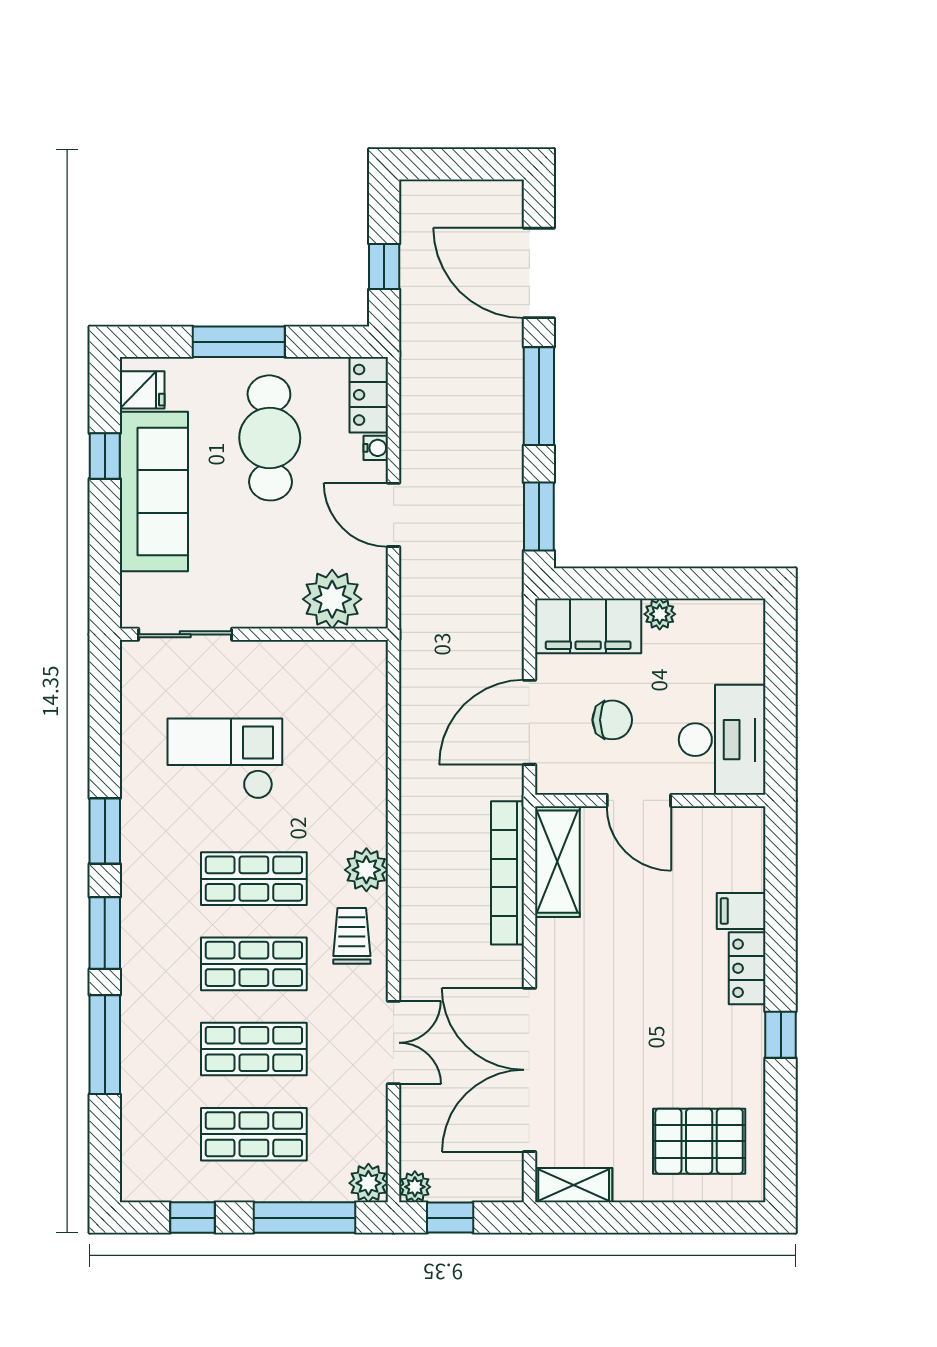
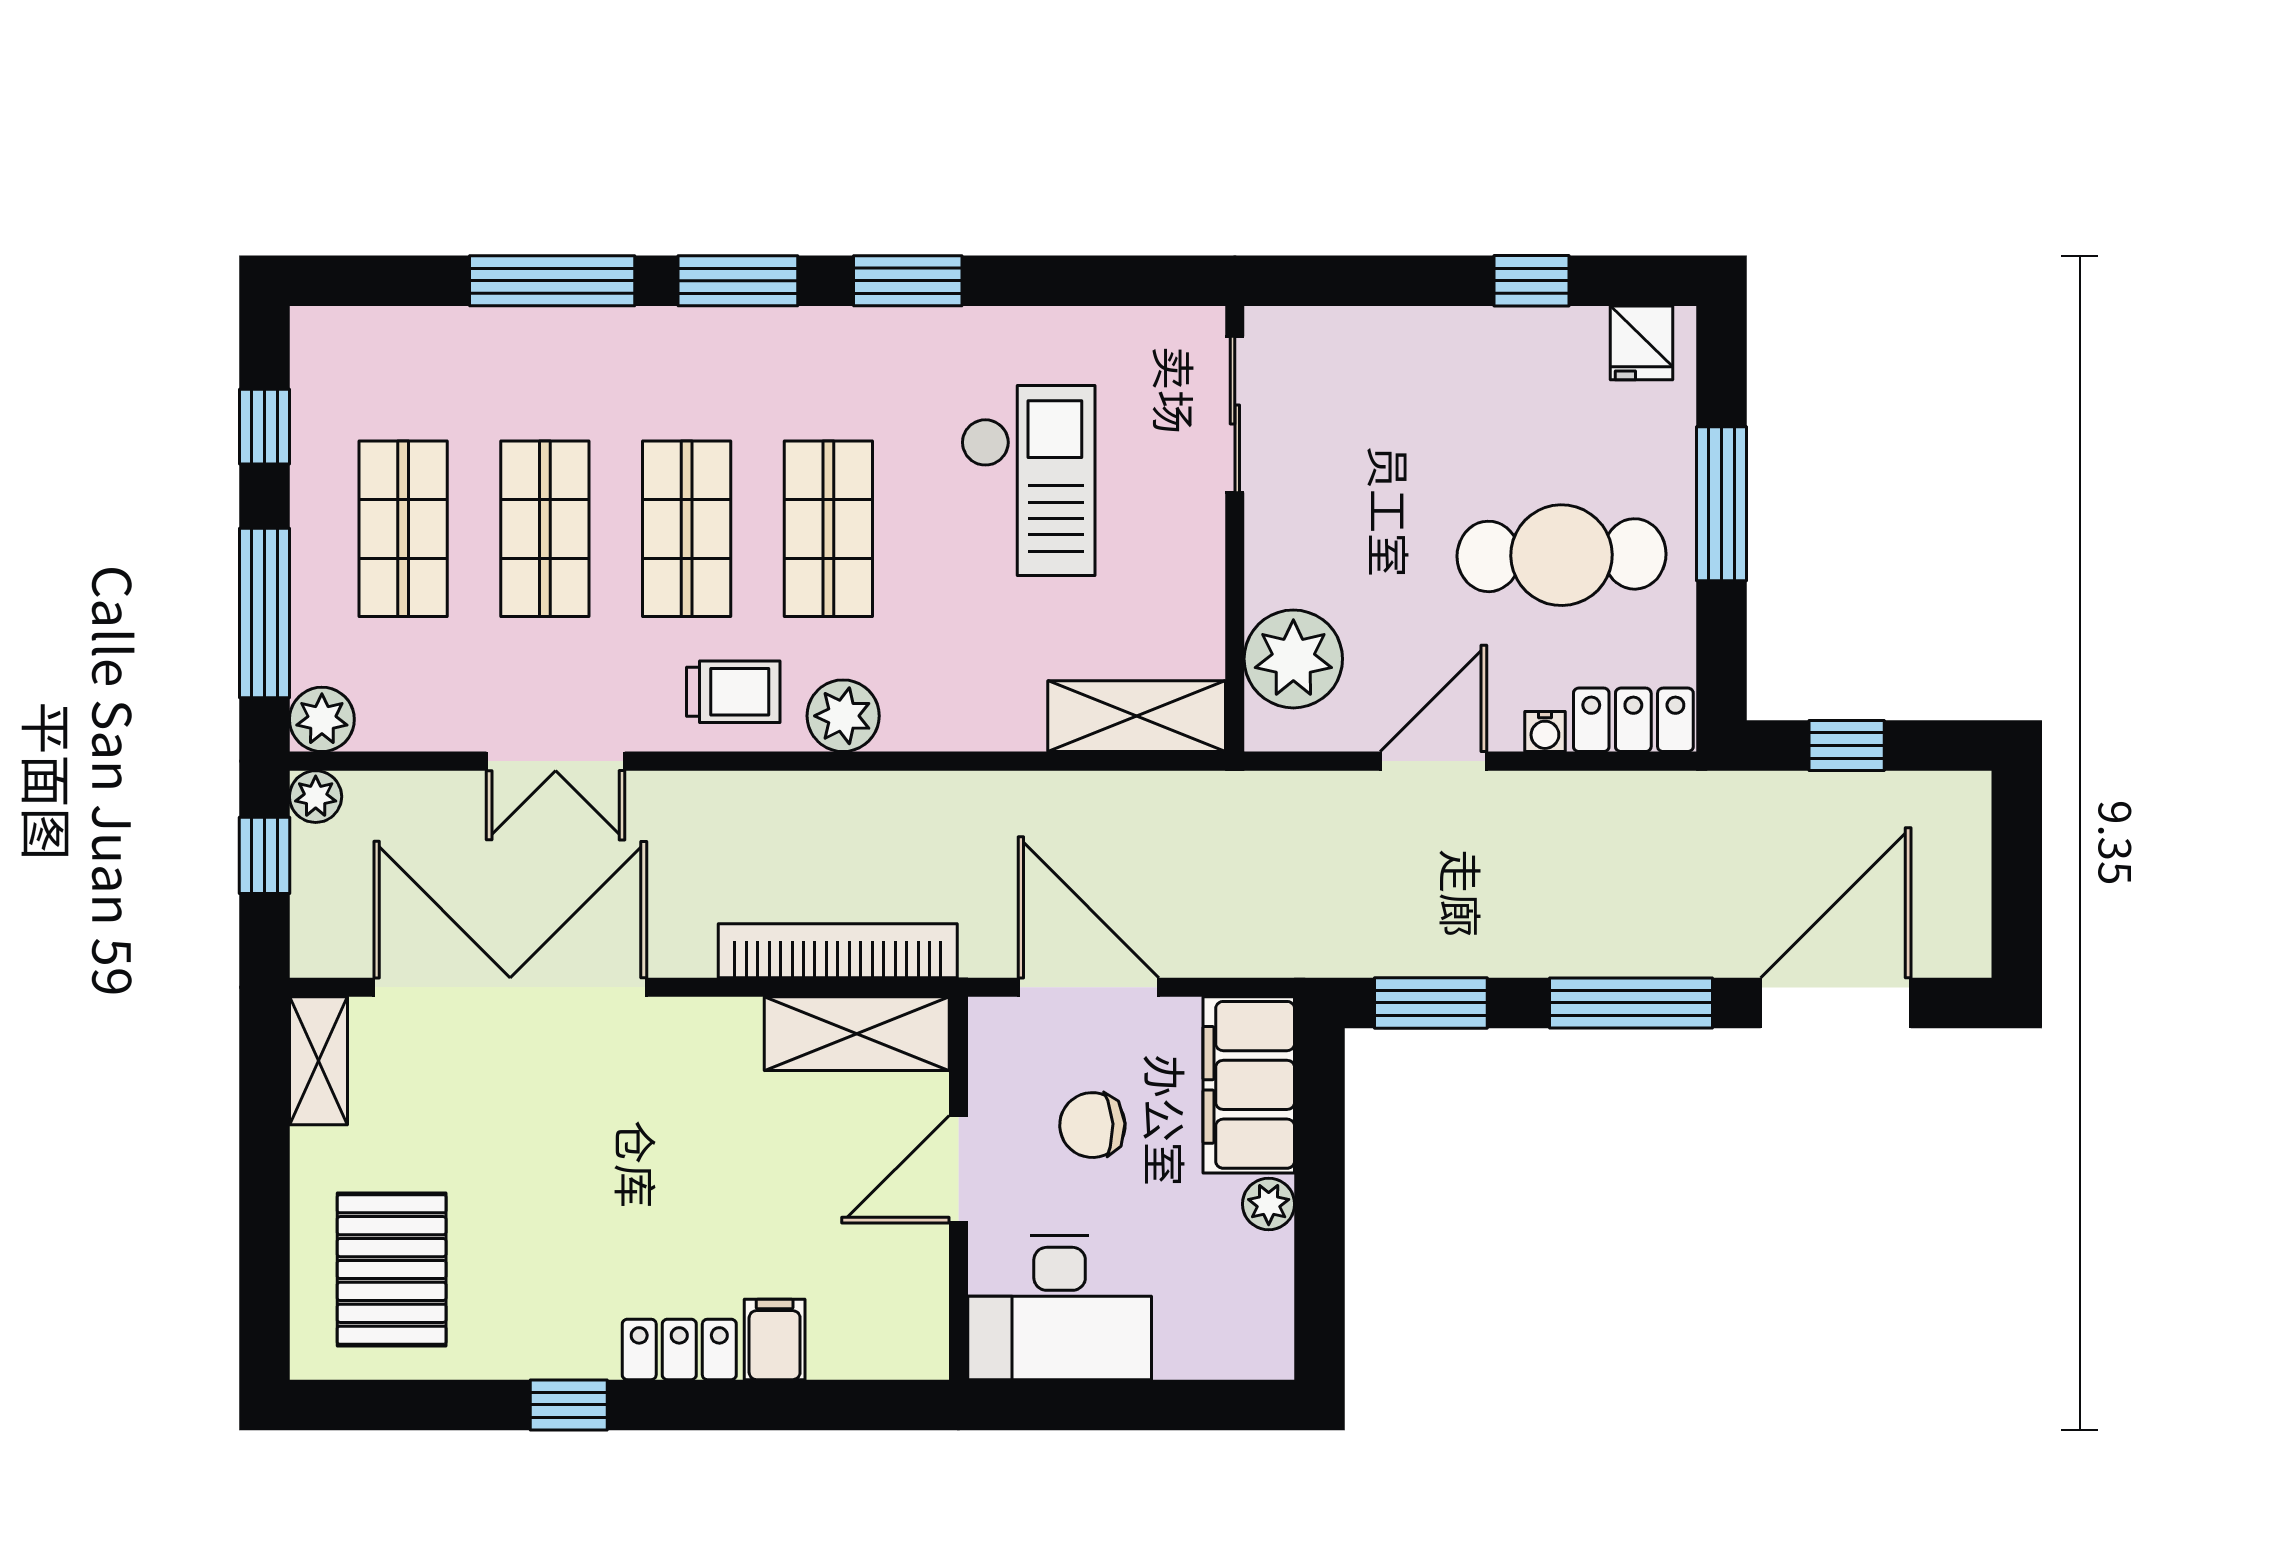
sofa: (154, 491) -> (1472, 362), removed
shelving: (367, 693) -> (1137, 716), added
chair: (612, 720) -> (1092, 1125), turned 87

